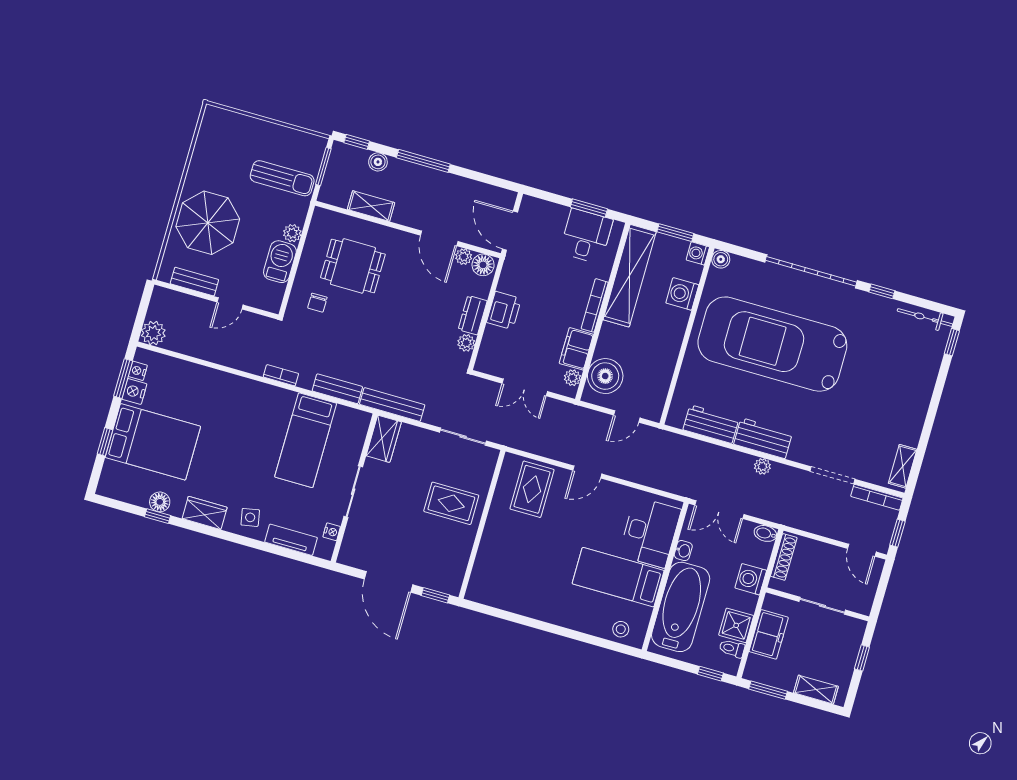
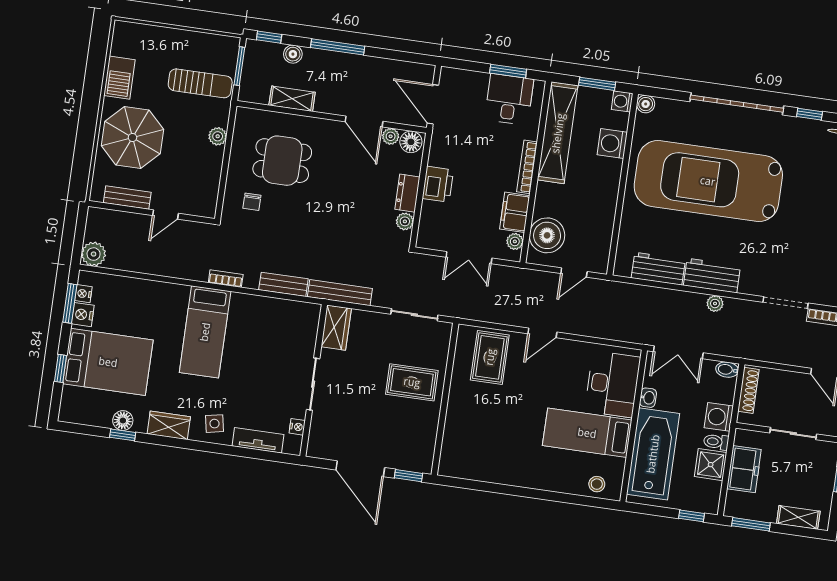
barbecue: (280, 262) -> (119, 78), moved, turned 180
bed: (306, 440) -> (205, 332), moved
toilet: (732, 648) -> (716, 442), moved

